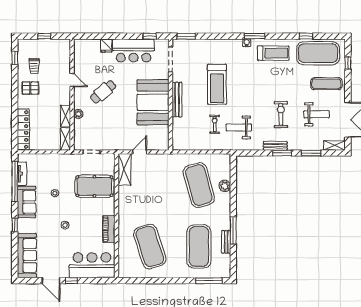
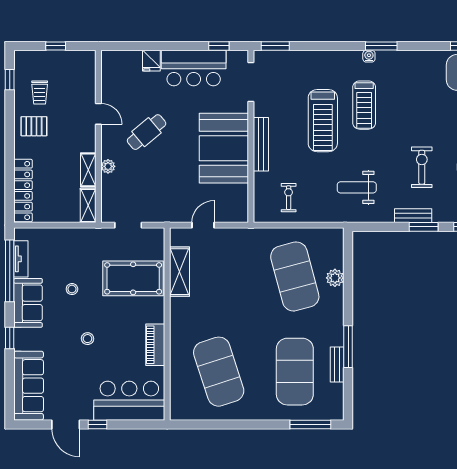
treadmill: (273, 53) -> (364, 105), moved, turned 90
exercise bike: (215, 124) -> (289, 198), moved
shelving: (124, 169) -> (180, 272), moved

